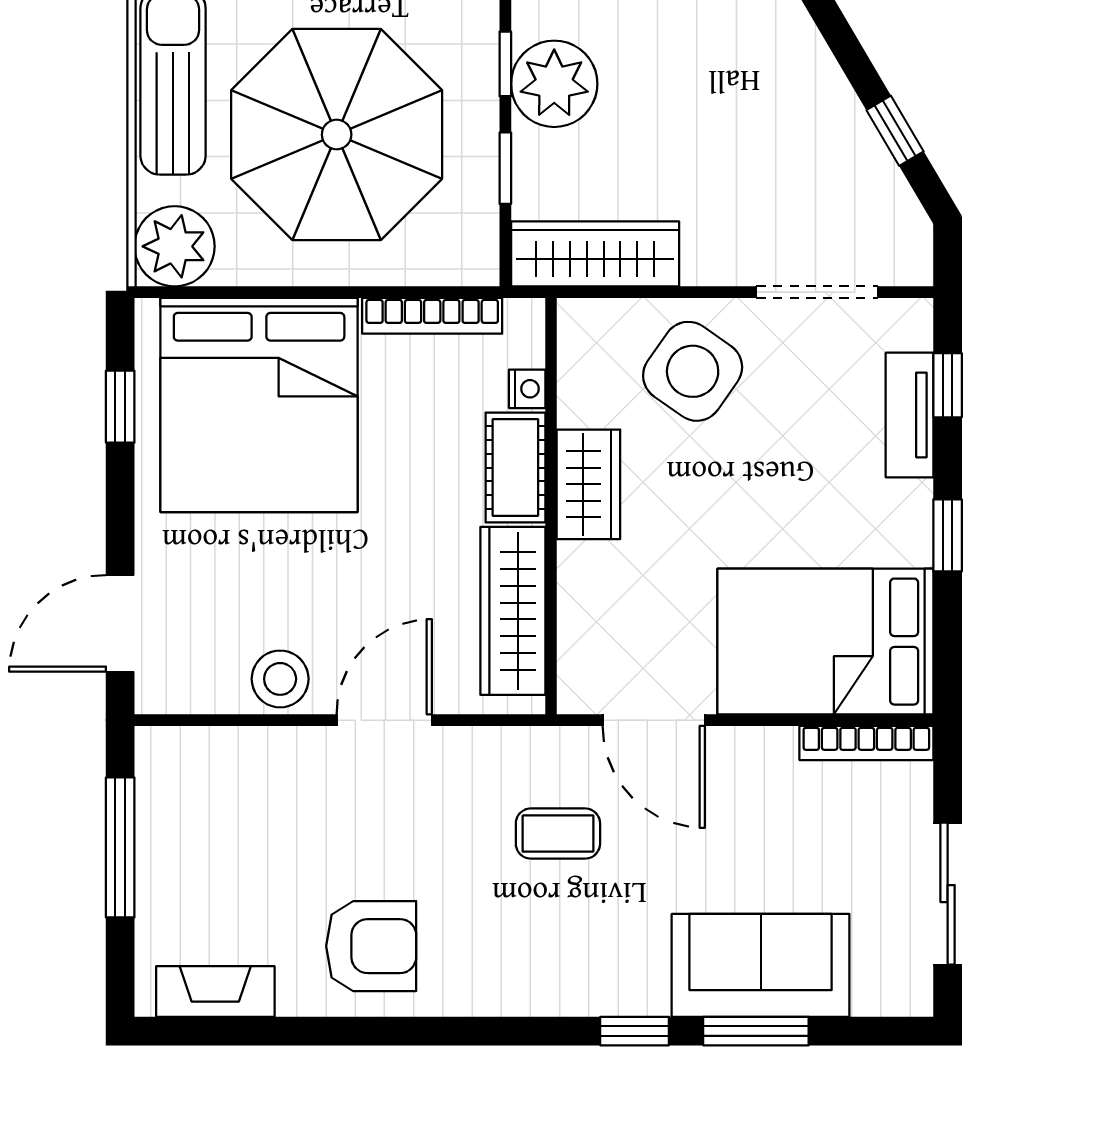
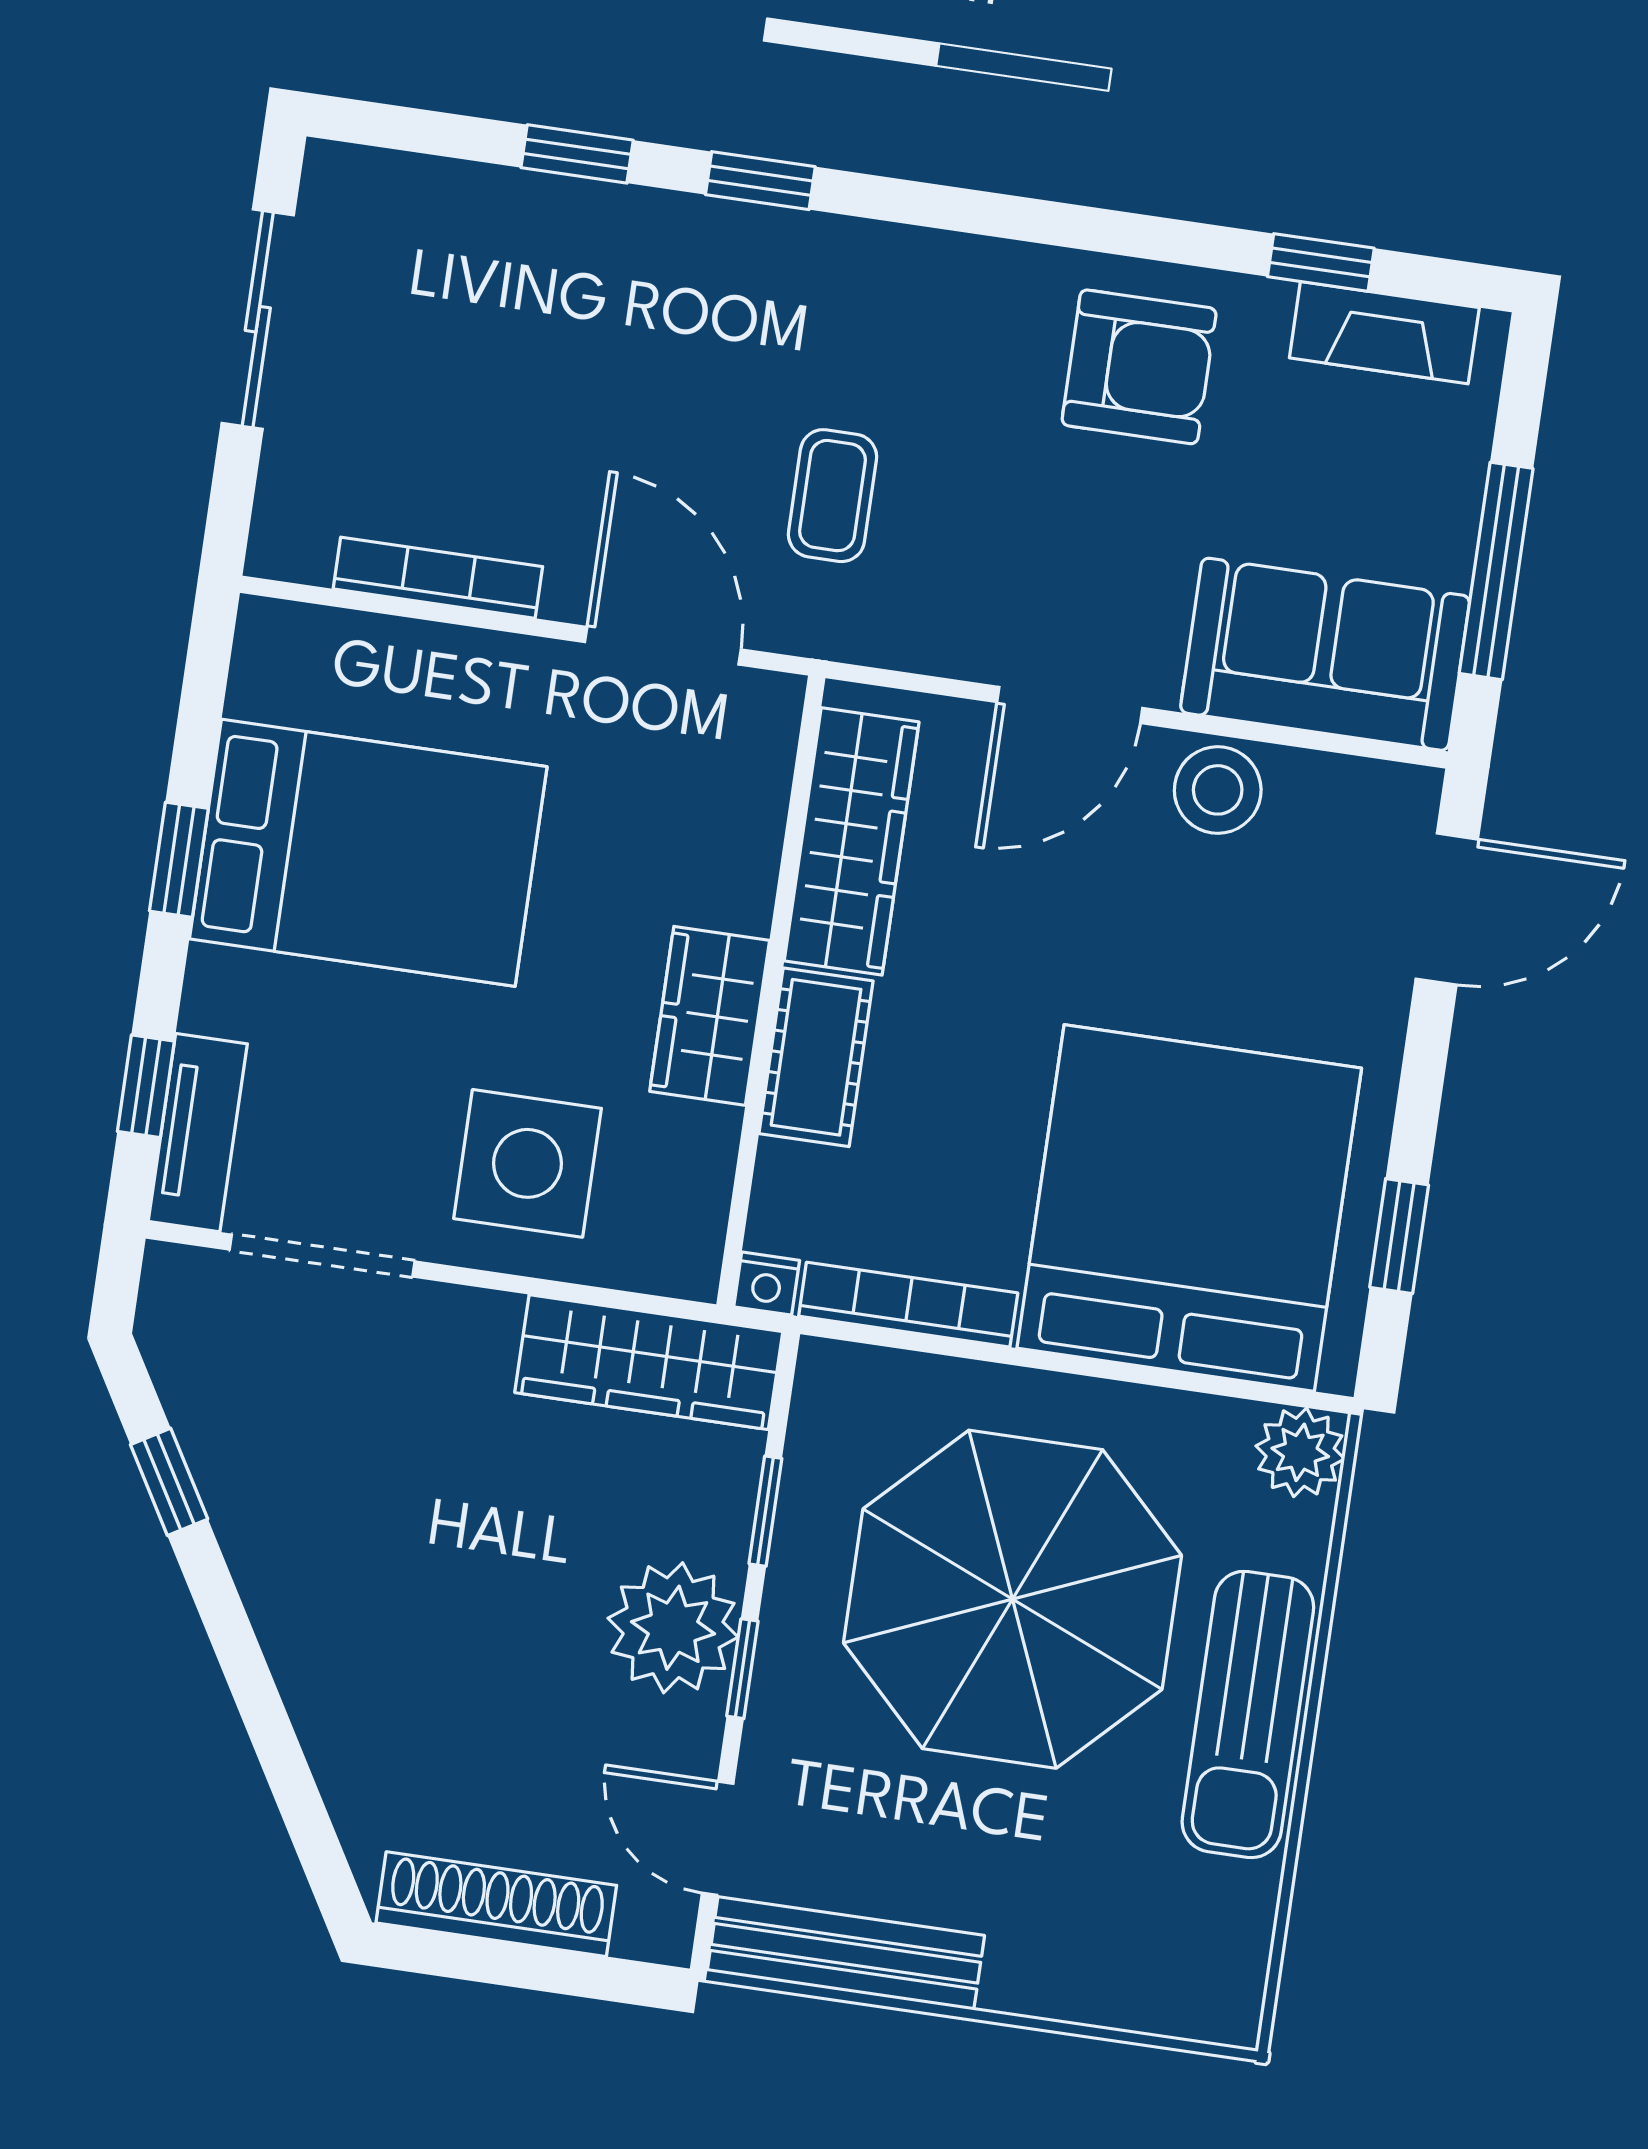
plant: (175, 246) -> (1300, 1452), width x0.73, depth x0.73
side table: (693, 371) -> (528, 1163), turned -35
nightstand: (527, 389) -> (767, 1284), moved, turned -90
tv unit: (909, 415) -> (198, 1133), moved
bed: (825, 642) -> (368, 853), moved
bookcase: (866, 743) -> (438, 578), moved
coffee table: (558, 834) -> (832, 496), turned 90
armchair: (371, 946) -> (1139, 367), turned 180
sofa: (761, 965) -> (1325, 654), moved, turned 180
window: (263, 1031) -> (1321, 262), added
window: (756, 1031) -> (577, 154), width x0.67

